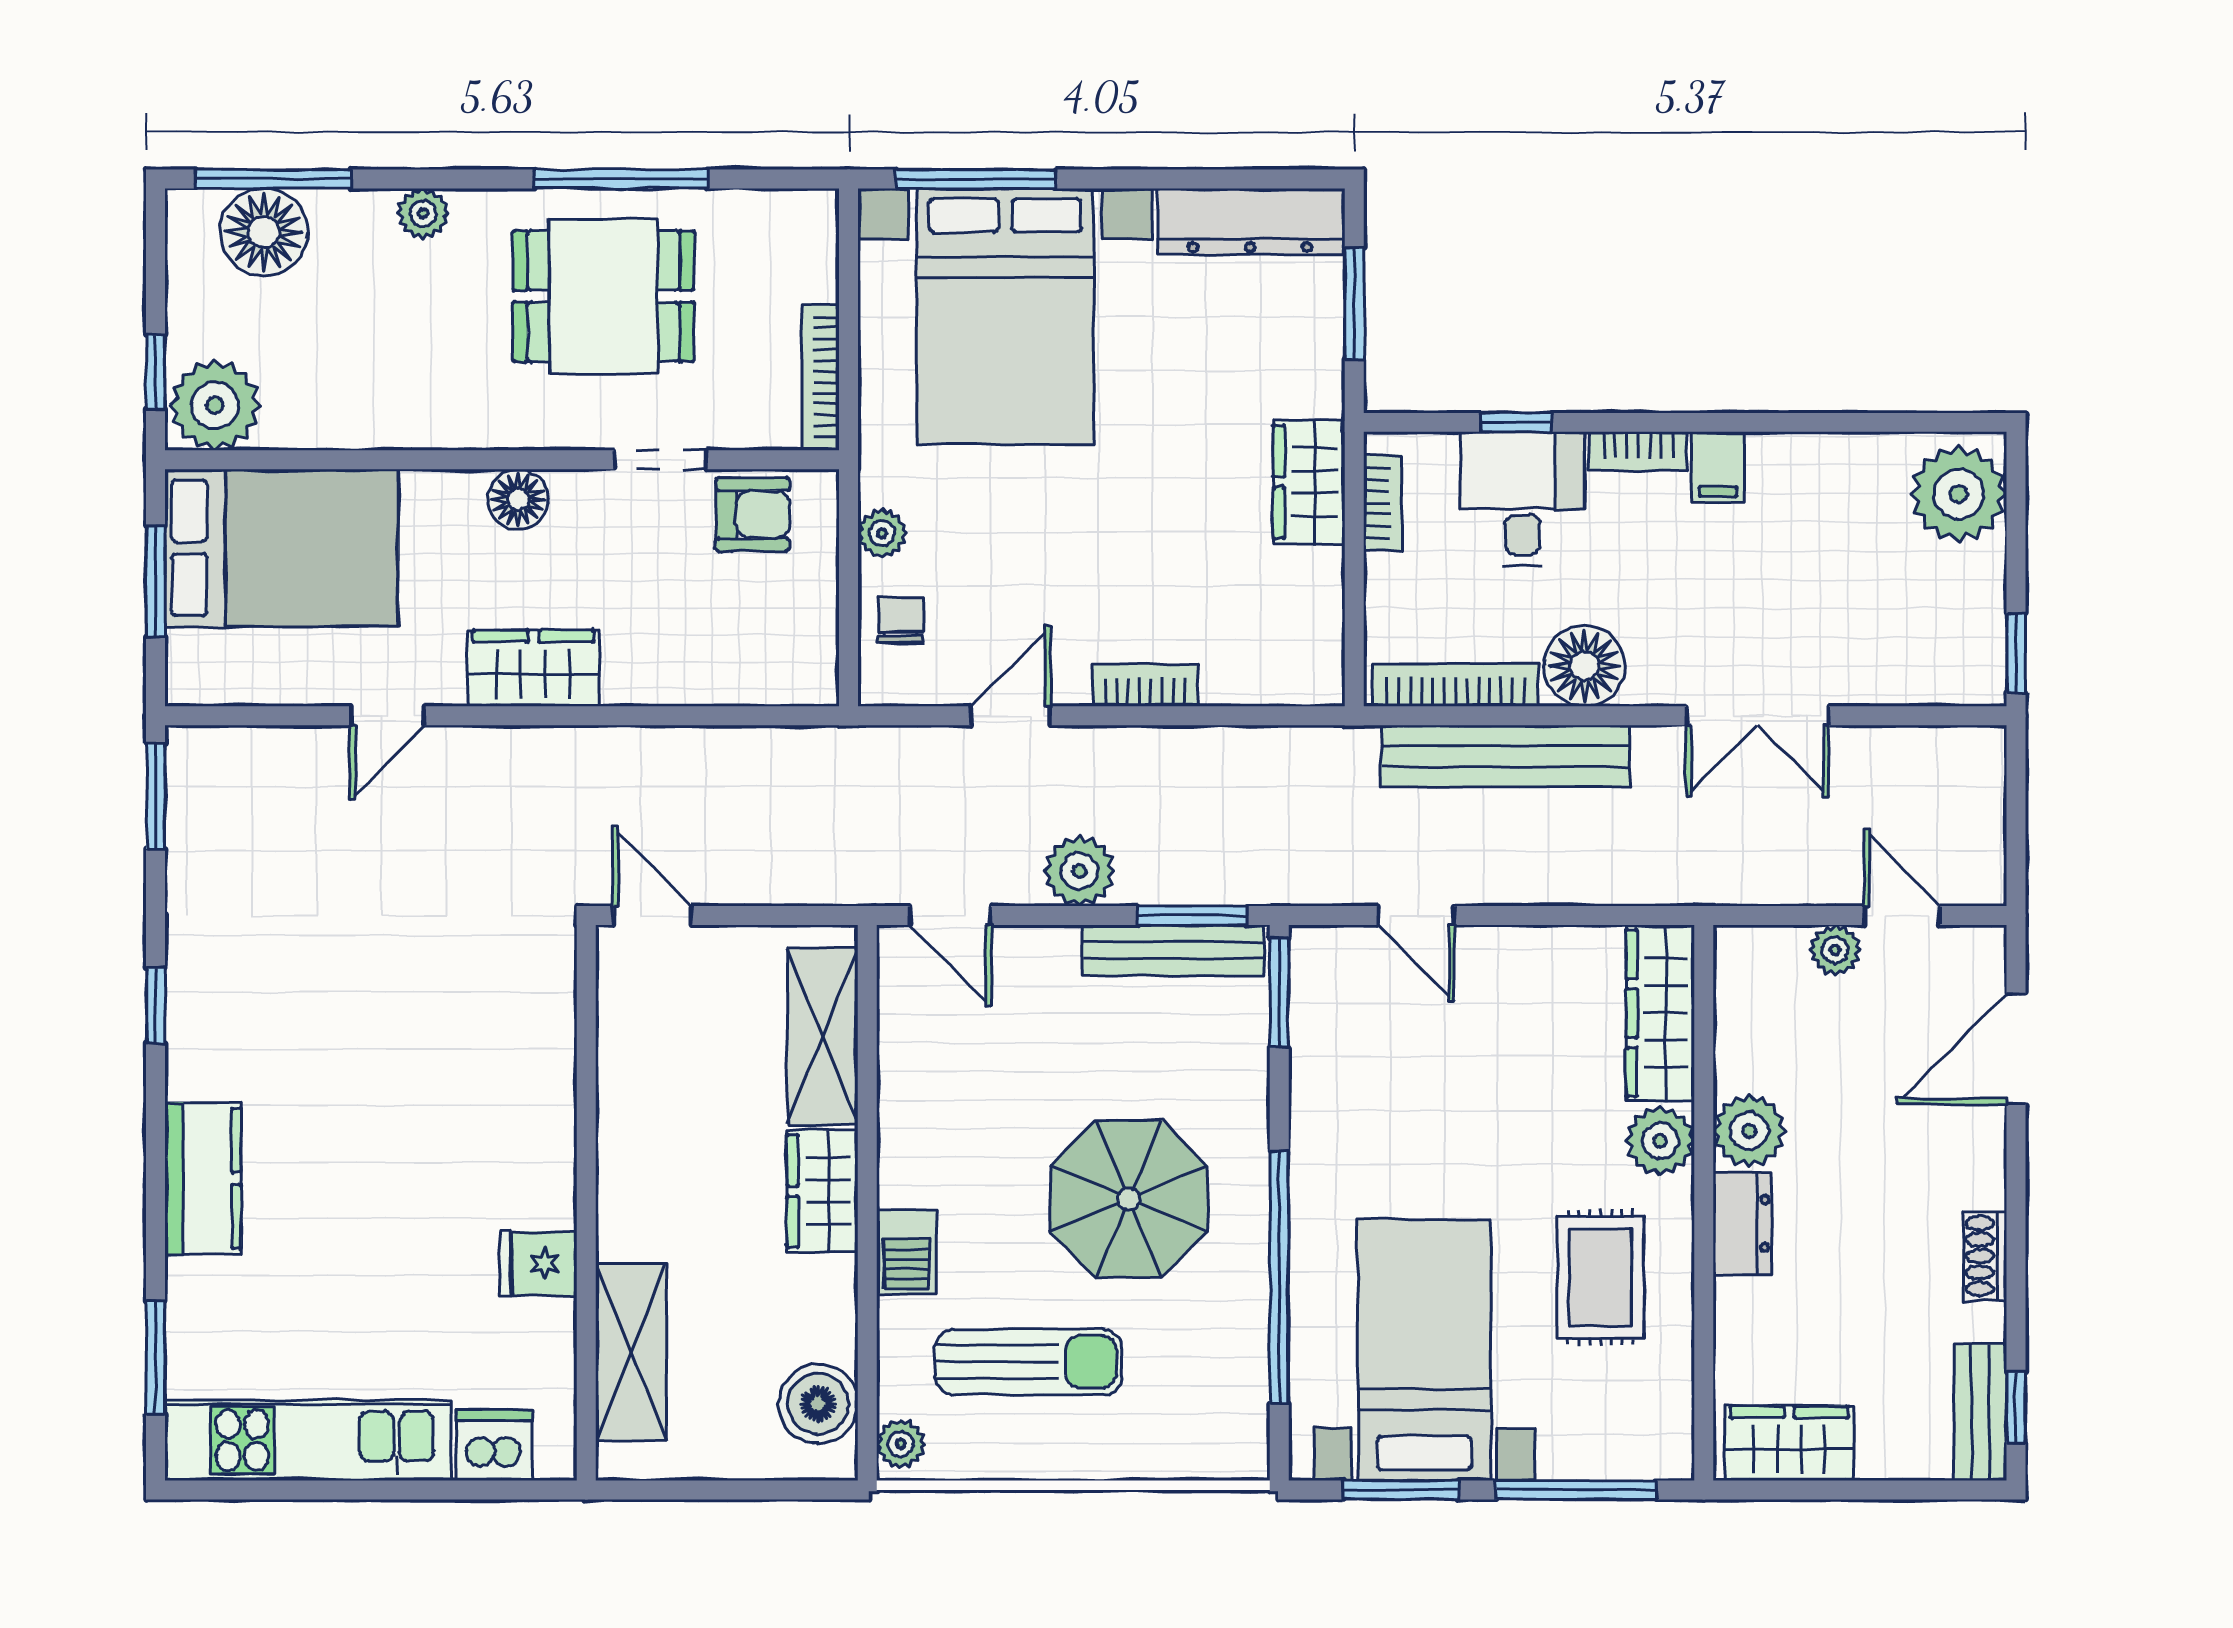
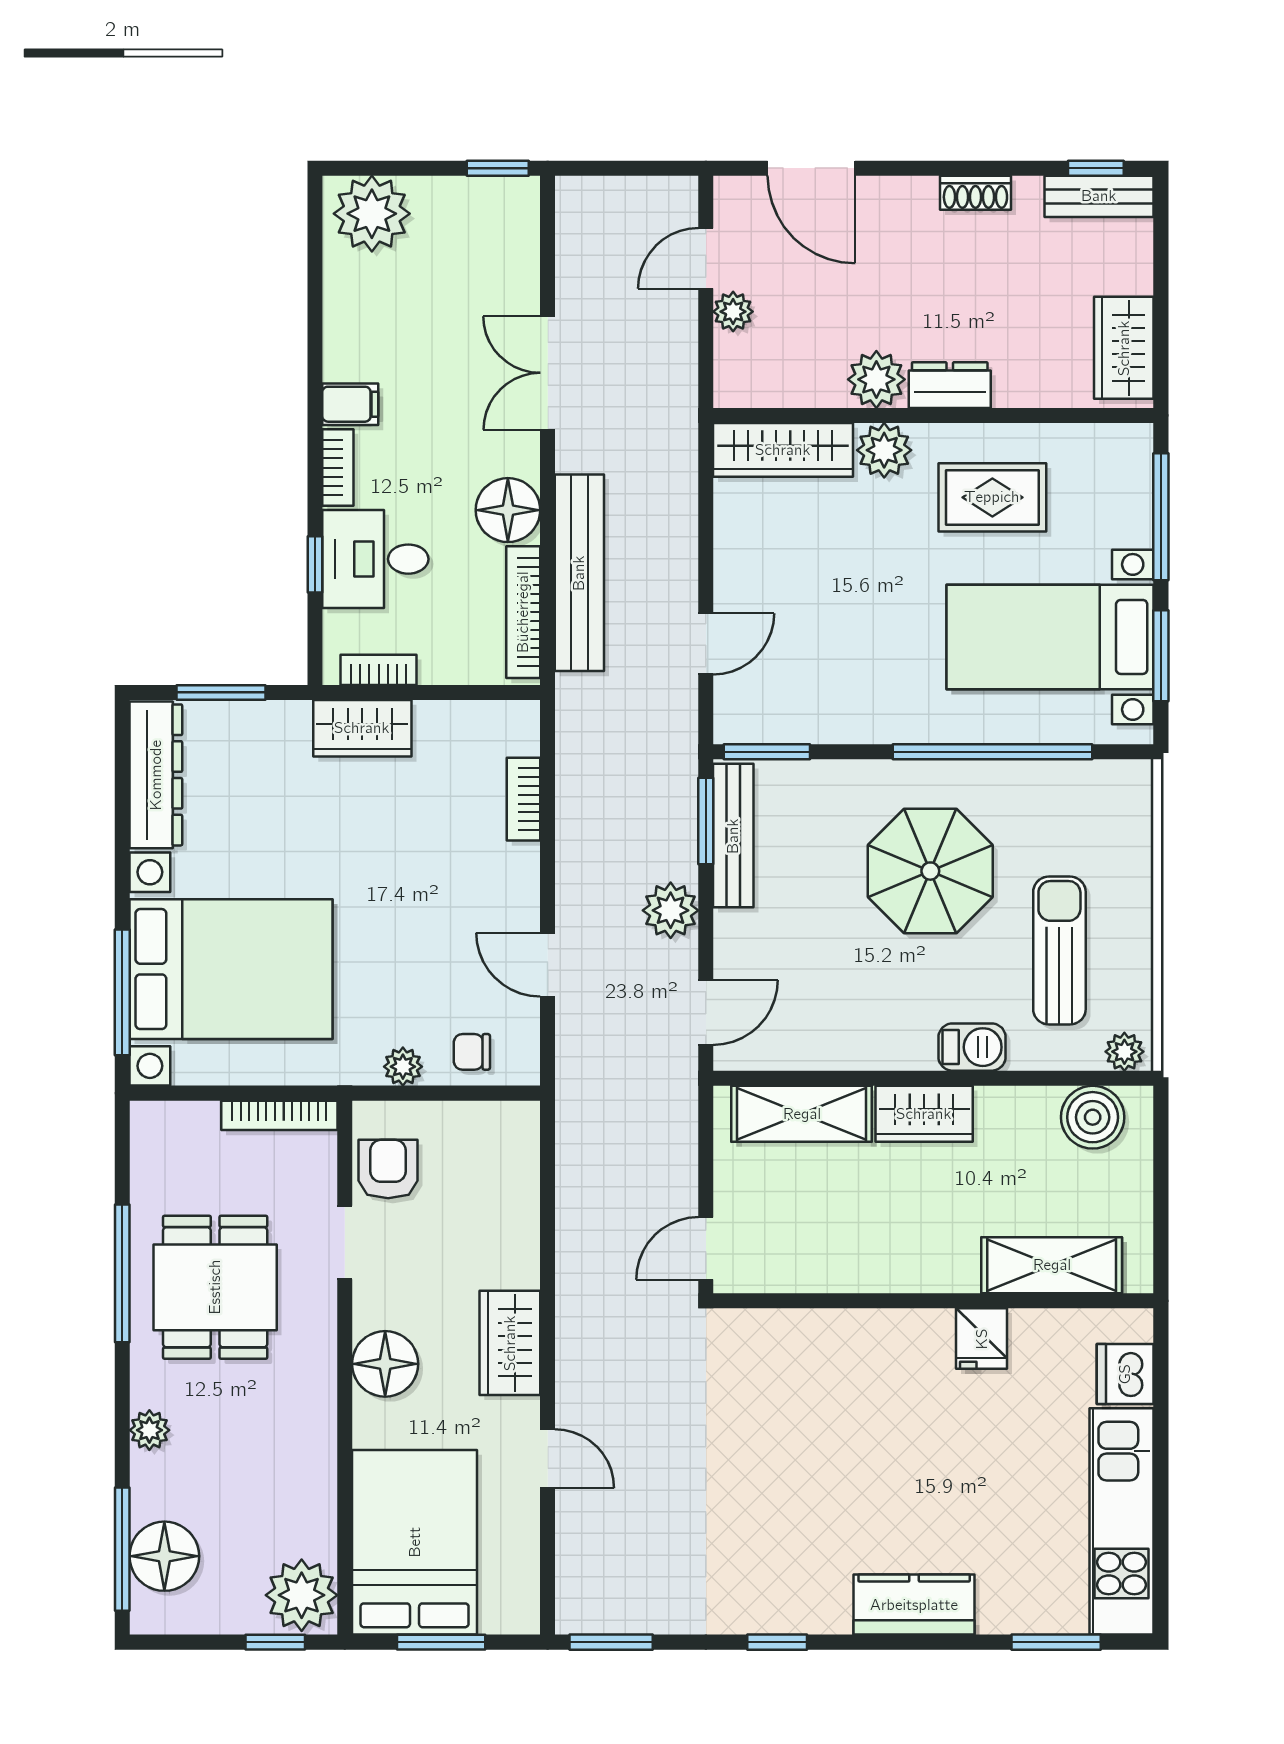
floor lamp: (518, 499) -> (385, 1364), width x1.38, depth x1.38
bookcase: (1145, 685) -> (524, 799), moved
double door: (1757, 716) -> (548, 373), swing flipped

